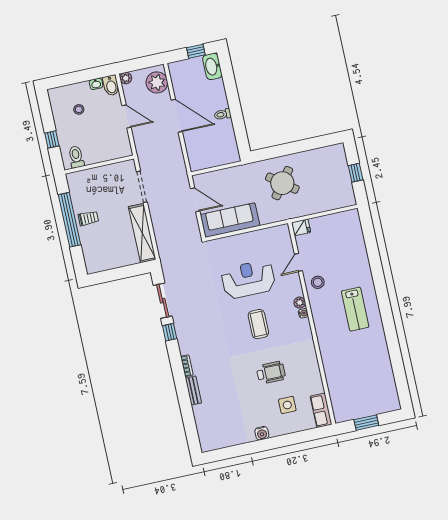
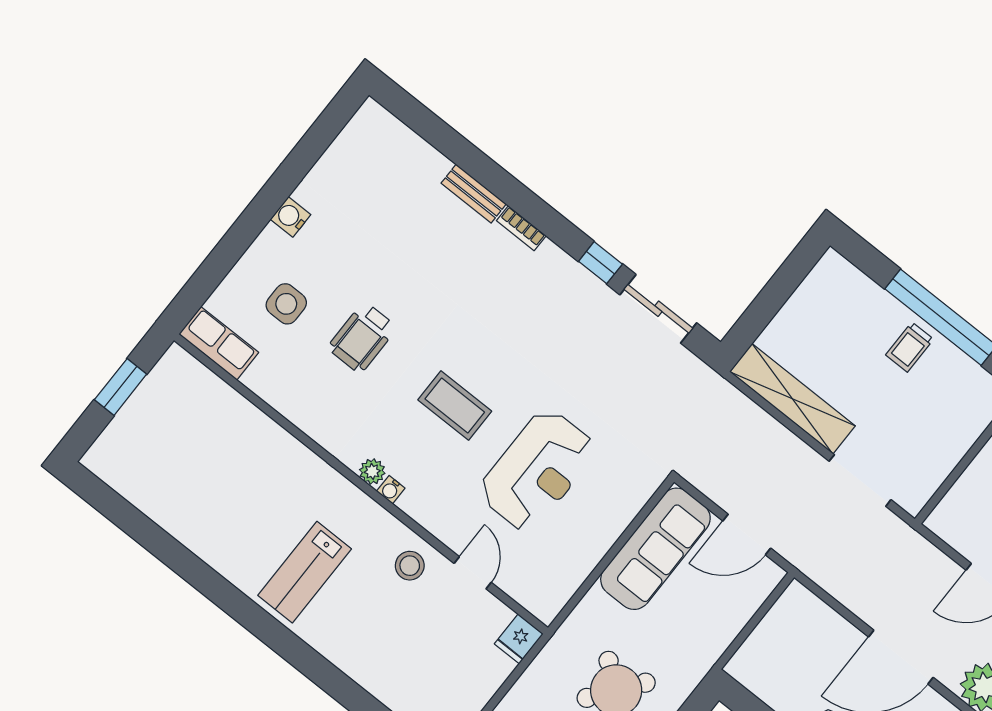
plant: (300, 303) -> (372, 471), moved
lab bench: (355, 309) -> (305, 572), turned -90

